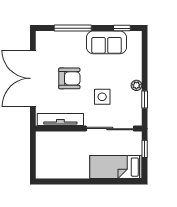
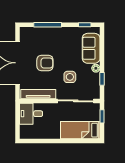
sofa: (106, 42) -> (91, 48), moved, turned 90
desk: (51, 145) -> (31, 114), added

